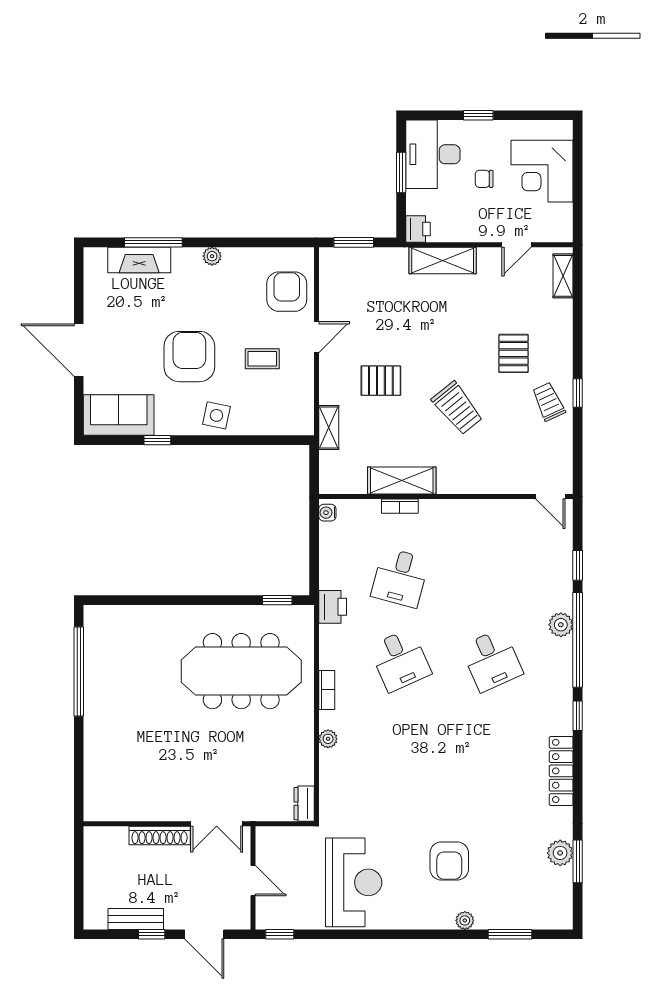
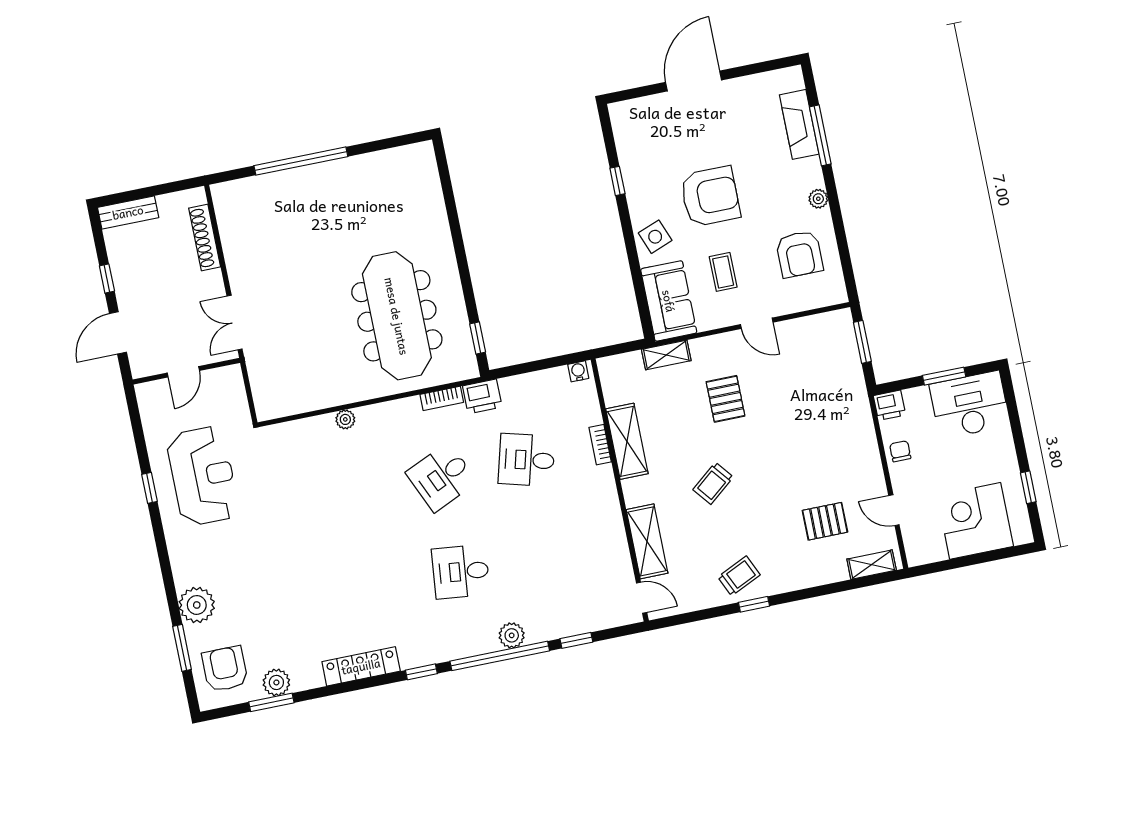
window: (478, 115) -> (1028, 487), moved
chair: (484, 179) -> (900, 451), moved
shelving: (443, 260) -> (647, 541), moved
armchair: (287, 292) -> (799, 254), moved, turned 90
pallet: (514, 353) -> (825, 521), moved
trolley: (457, 408) -> (713, 483), width x0.73, depth x0.72
sofa: (119, 415) -> (669, 301), moved
side table: (216, 415) -> (655, 237), turned -33
door: (550, 497) -> (642, 598), swing flipped
desk: (492, 660) -> (461, 572), turned 30
window: (79, 672) -> (301, 161), moved
bookcase: (327, 690) -> (442, 398), moved
dresser: (304, 804) -> (274, 408), removed
shoe rack: (160, 835) -> (205, 237), moved
armchair: (449, 861) -> (225, 669), moved, turned 90
reception desk: (354, 882) -> (203, 476), turned -90
bench: (136, 919) -> (128, 212), moved, turned 90
plant: (465, 920) -> (197, 605), width x1.88, depth x1.88
window: (280, 934) -> (149, 488), moved

